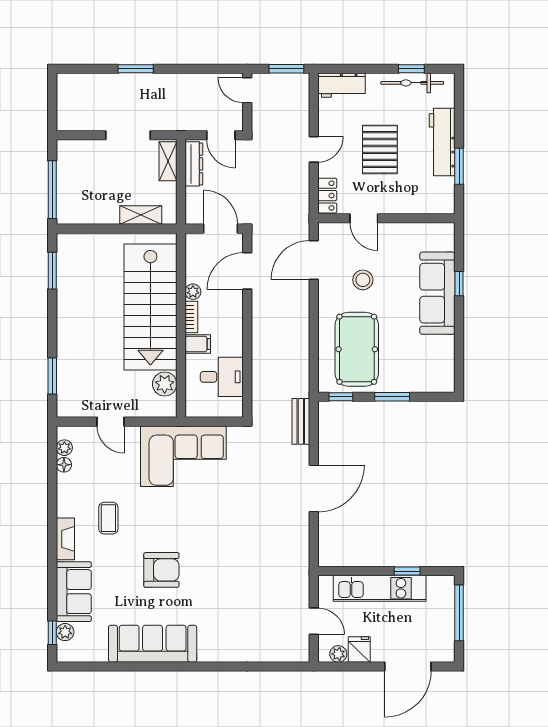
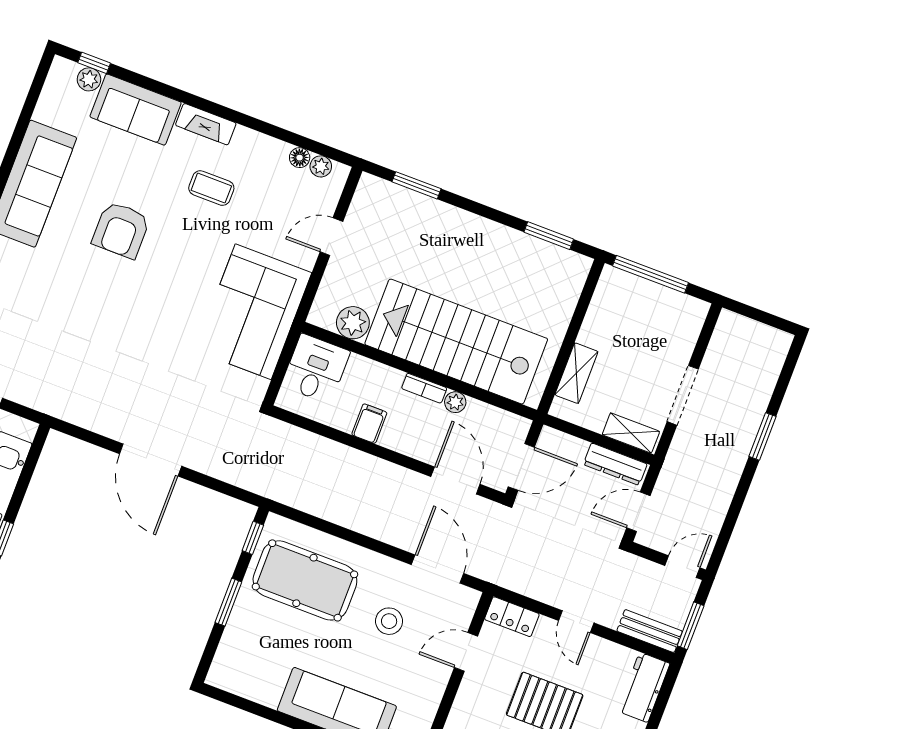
filing cabinet: (198, 344) -> (369, 424), moved, turned 180
desk: (222, 377) -> (316, 369), moved, turned 180
bench: (301, 421) -> (650, 631), moved

